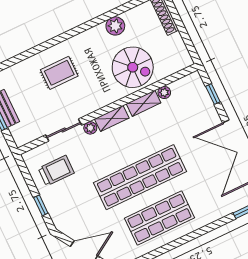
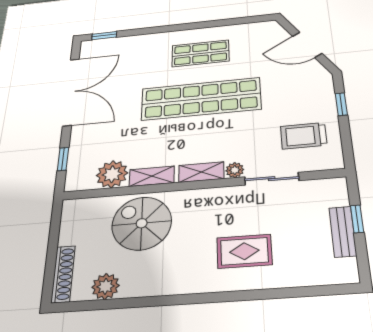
plant: (115, 26) -> (106, 286), moved
plant: (164, 92) -> (112, 174), width x1.87, depth x1.87
shop shelf: (159, 218) -> (200, 53), width x0.70, depth x0.74

